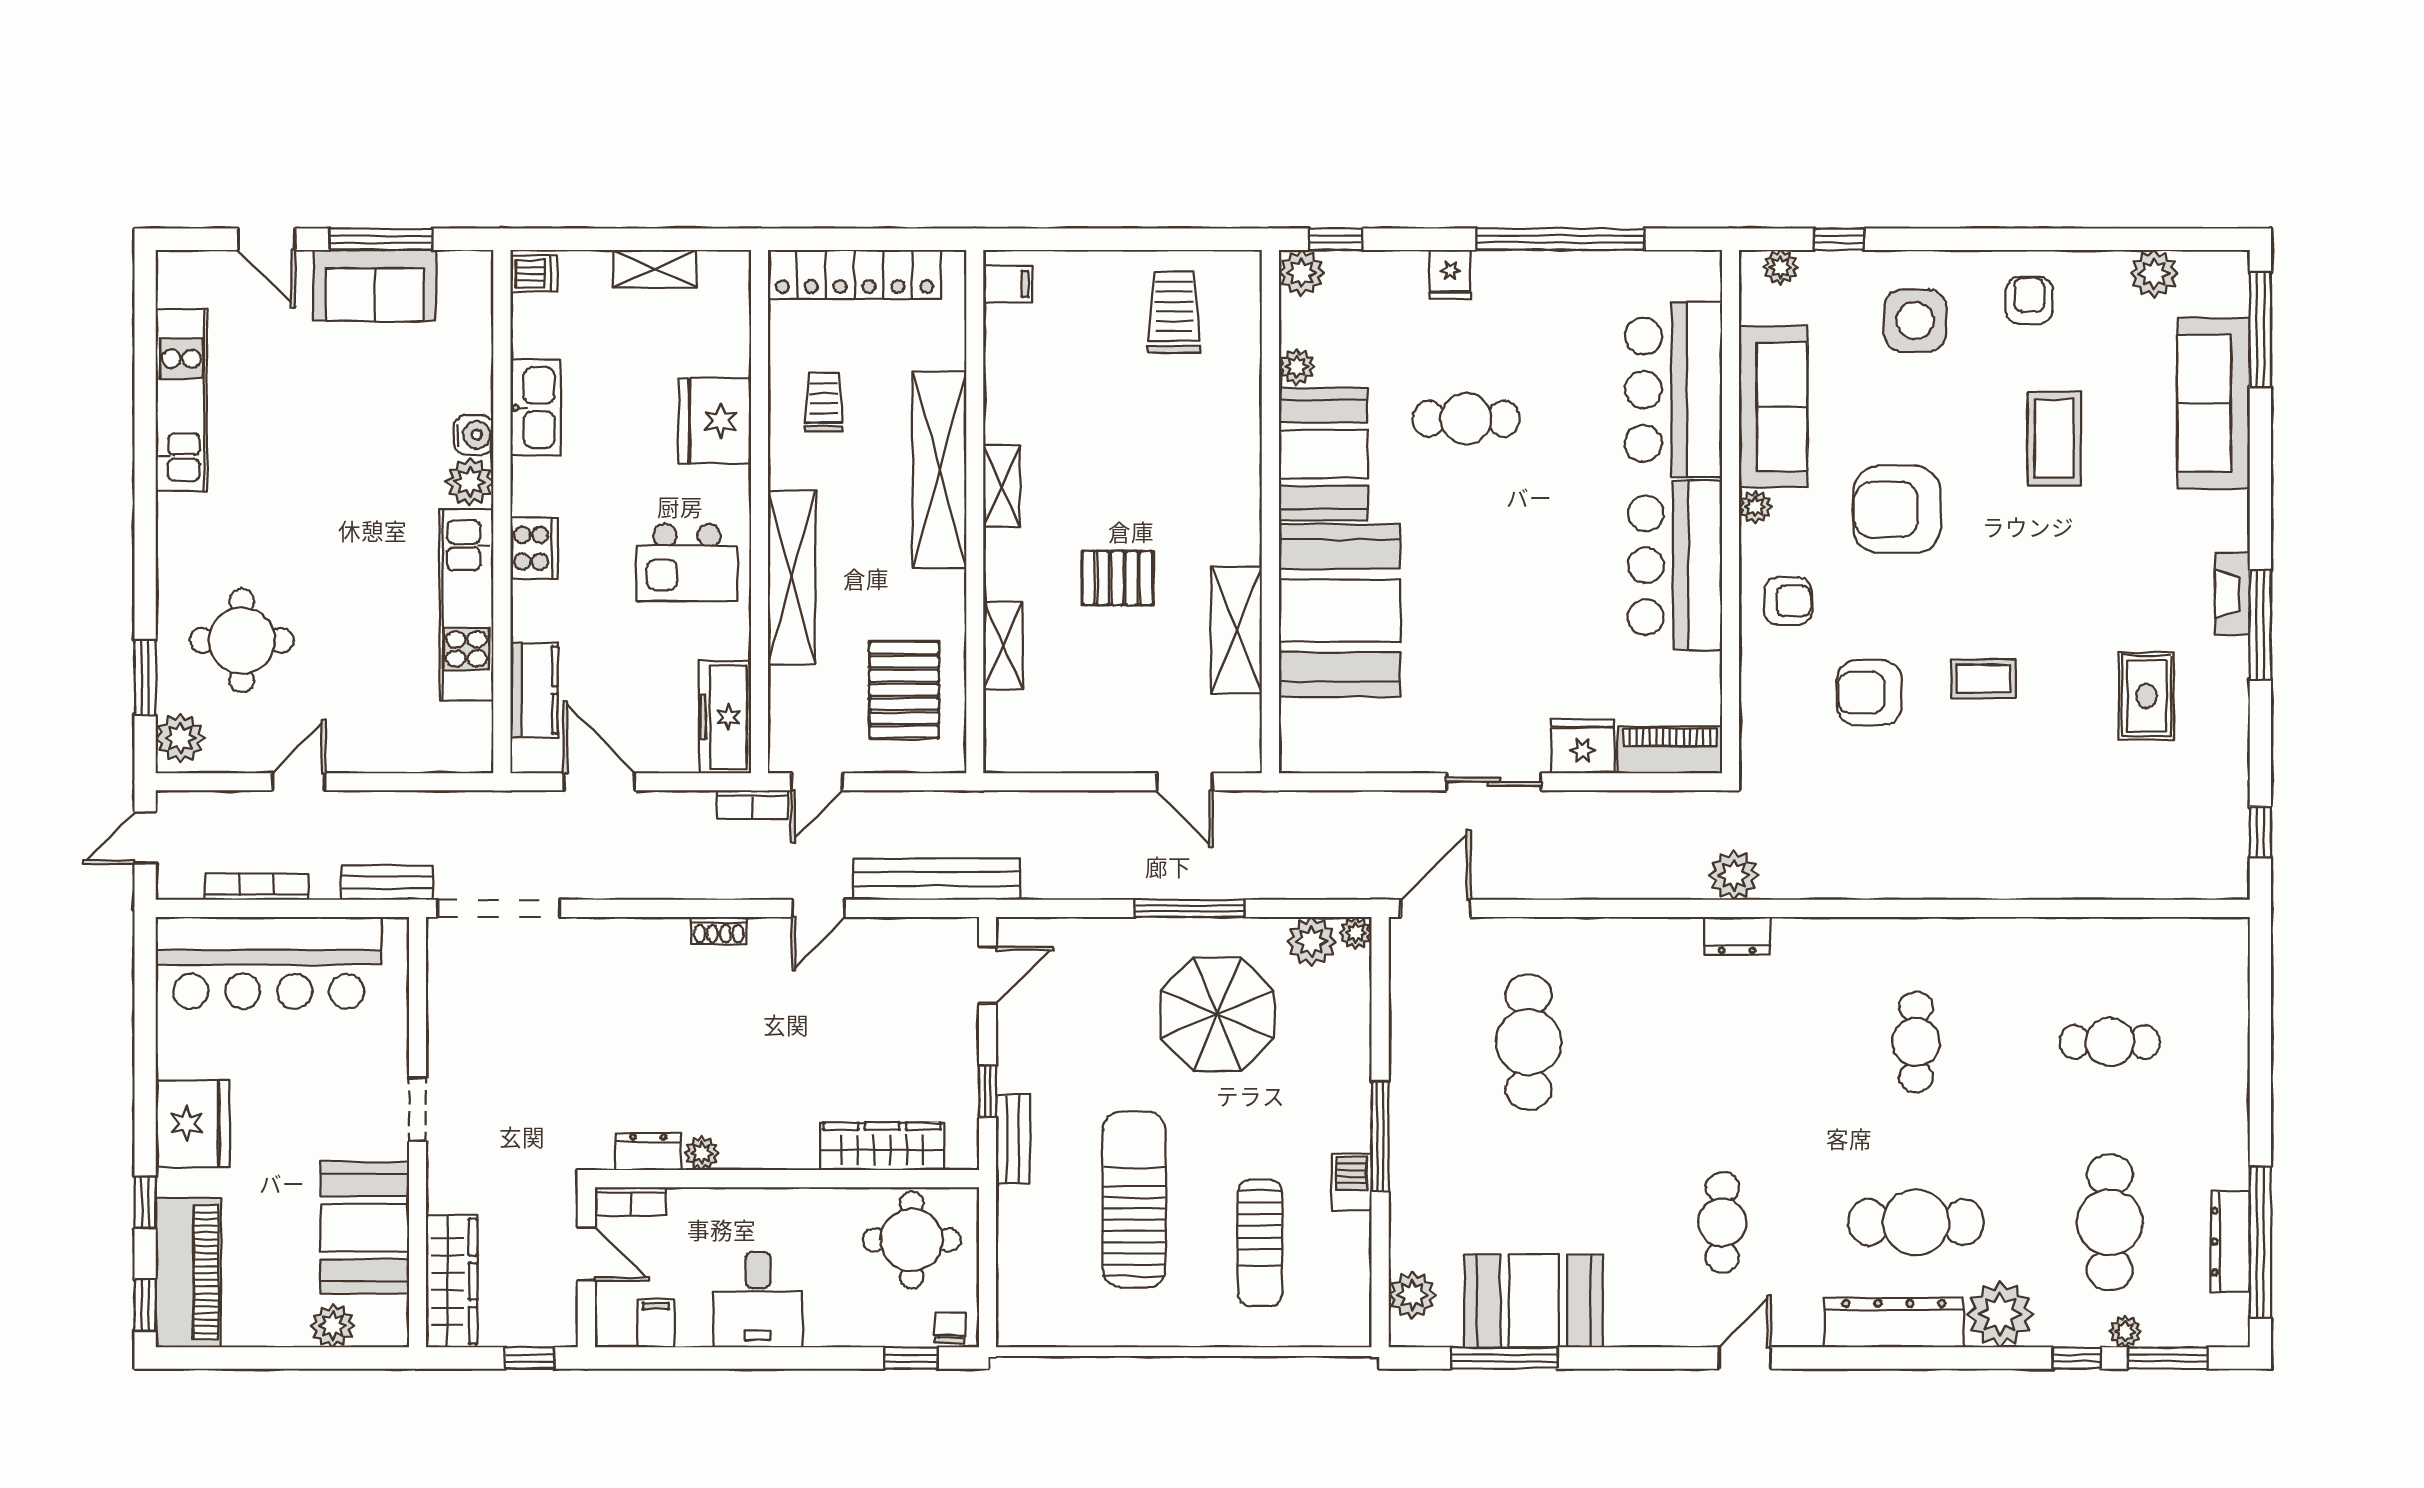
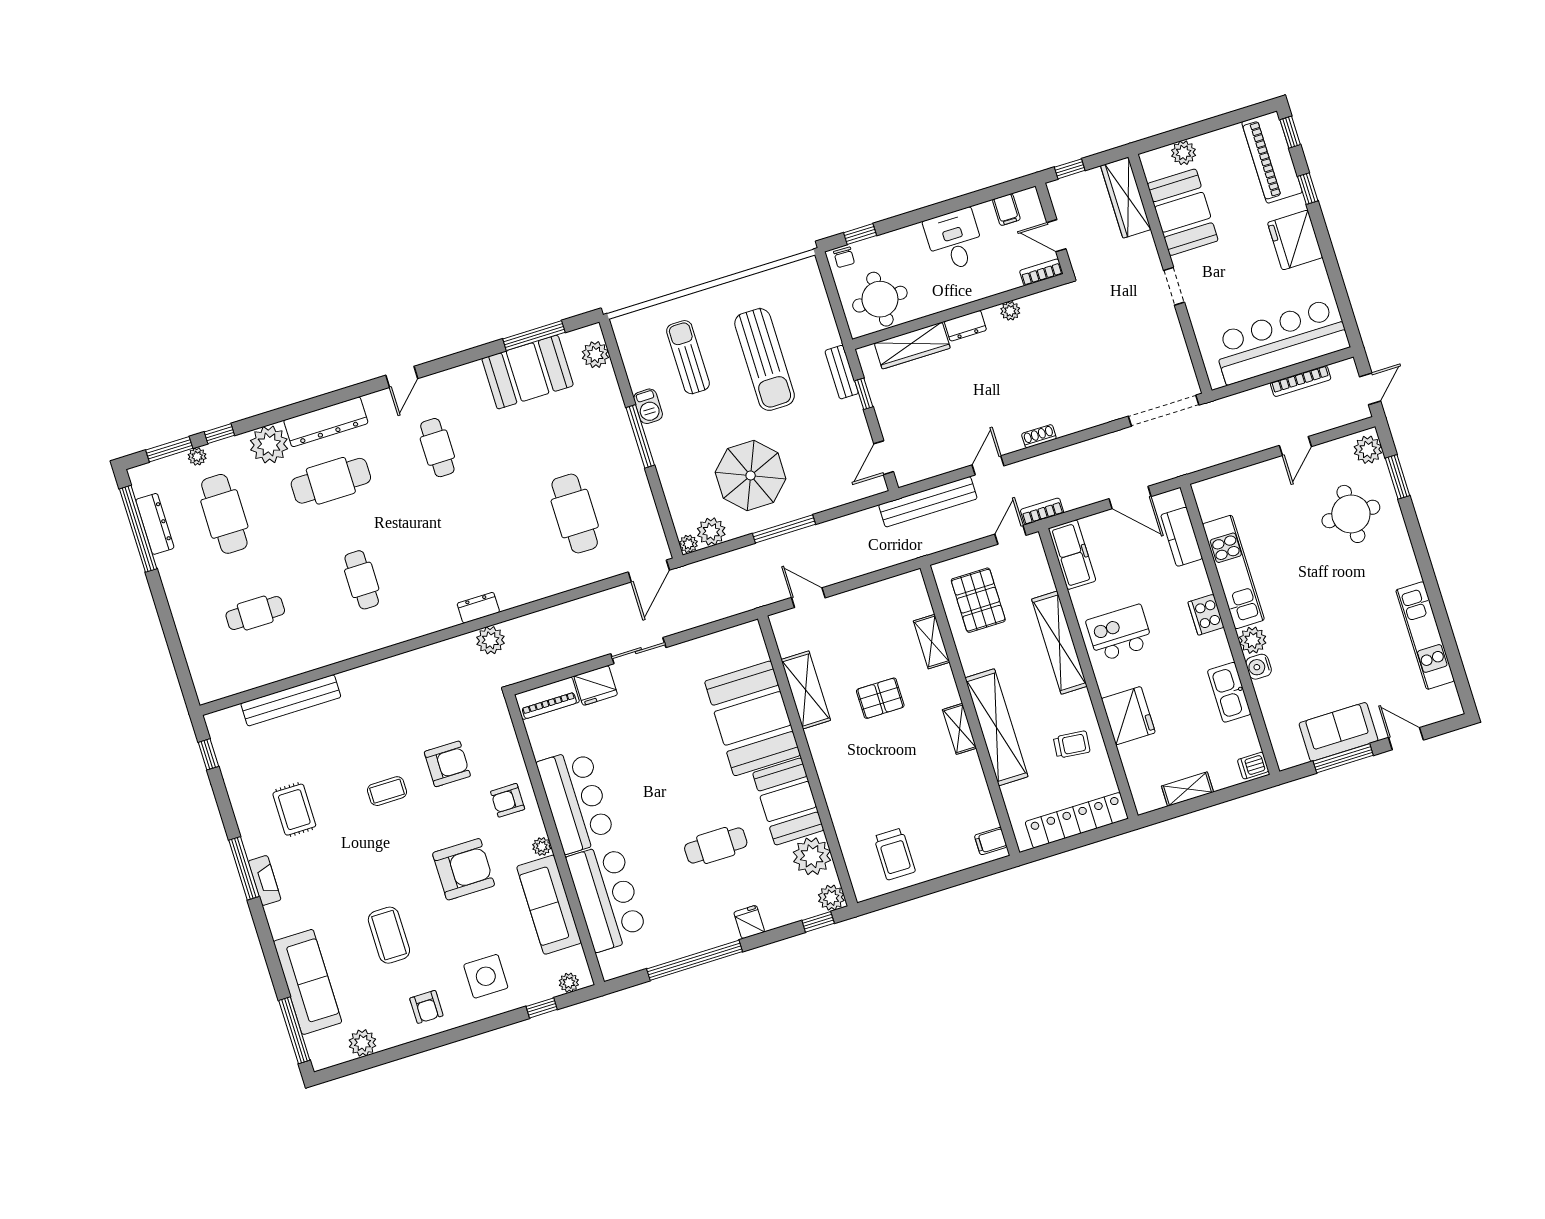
plant: (1297, 367) -> (812, 856), width x1.87, depth x1.87
trolley: (824, 402) -> (1072, 745), turned -84
bench: (387, 883) -> (291, 700), moved, width x1.86, depth x1.21
dresser: (648, 1152) -> (965, 326), moved

